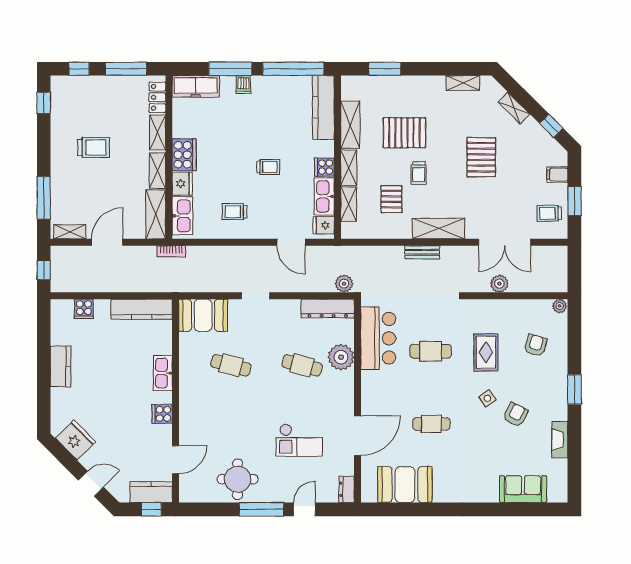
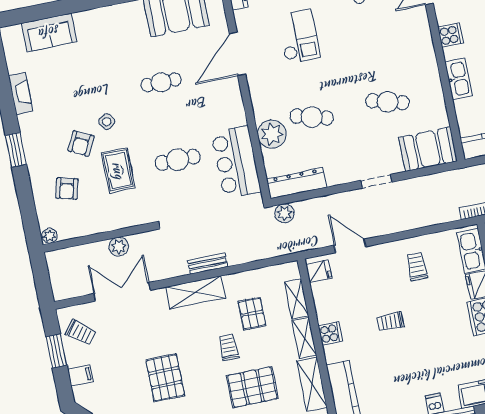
kitchen sink: (324, 196) -> (324, 302), removed
trolley: (234, 212) -> (417, 266), turned -90
trolley: (549, 213) -> (81, 332), turned 39
armchair: (516, 415) -> (81, 143), moved
checkout: (299, 440) -> (299, 36), turned 90

